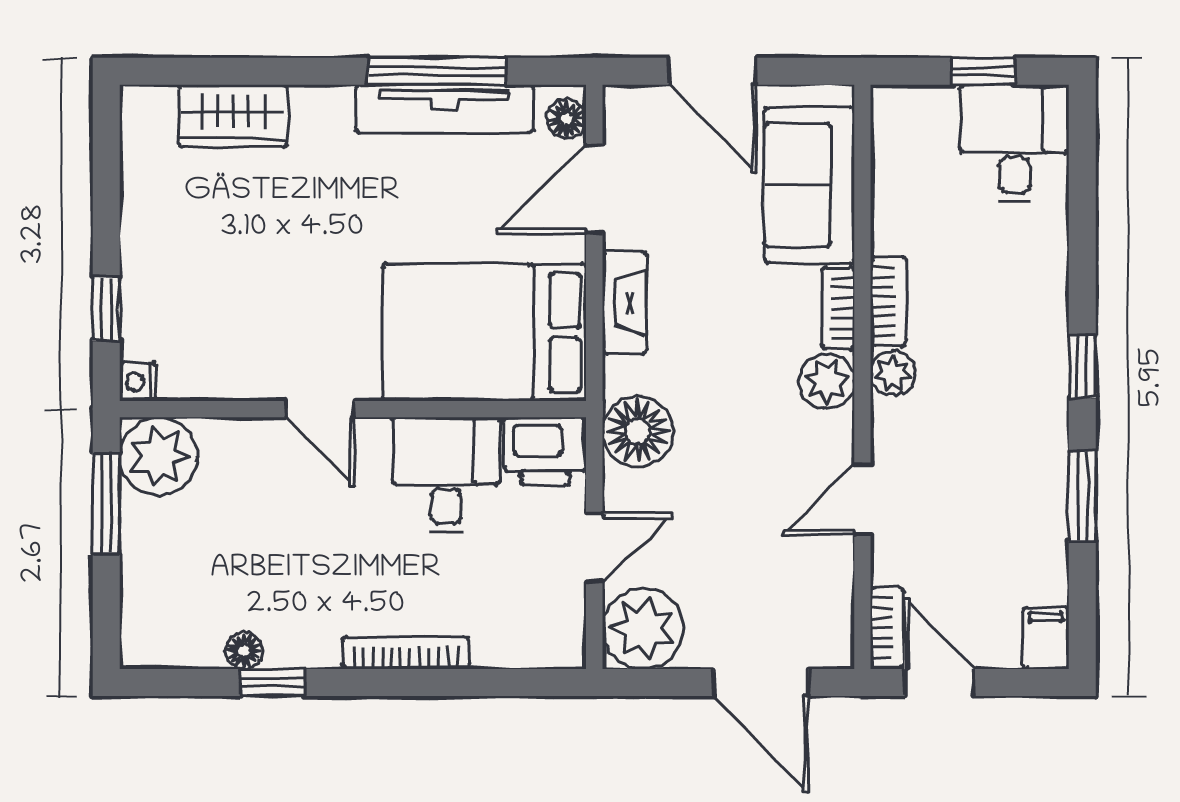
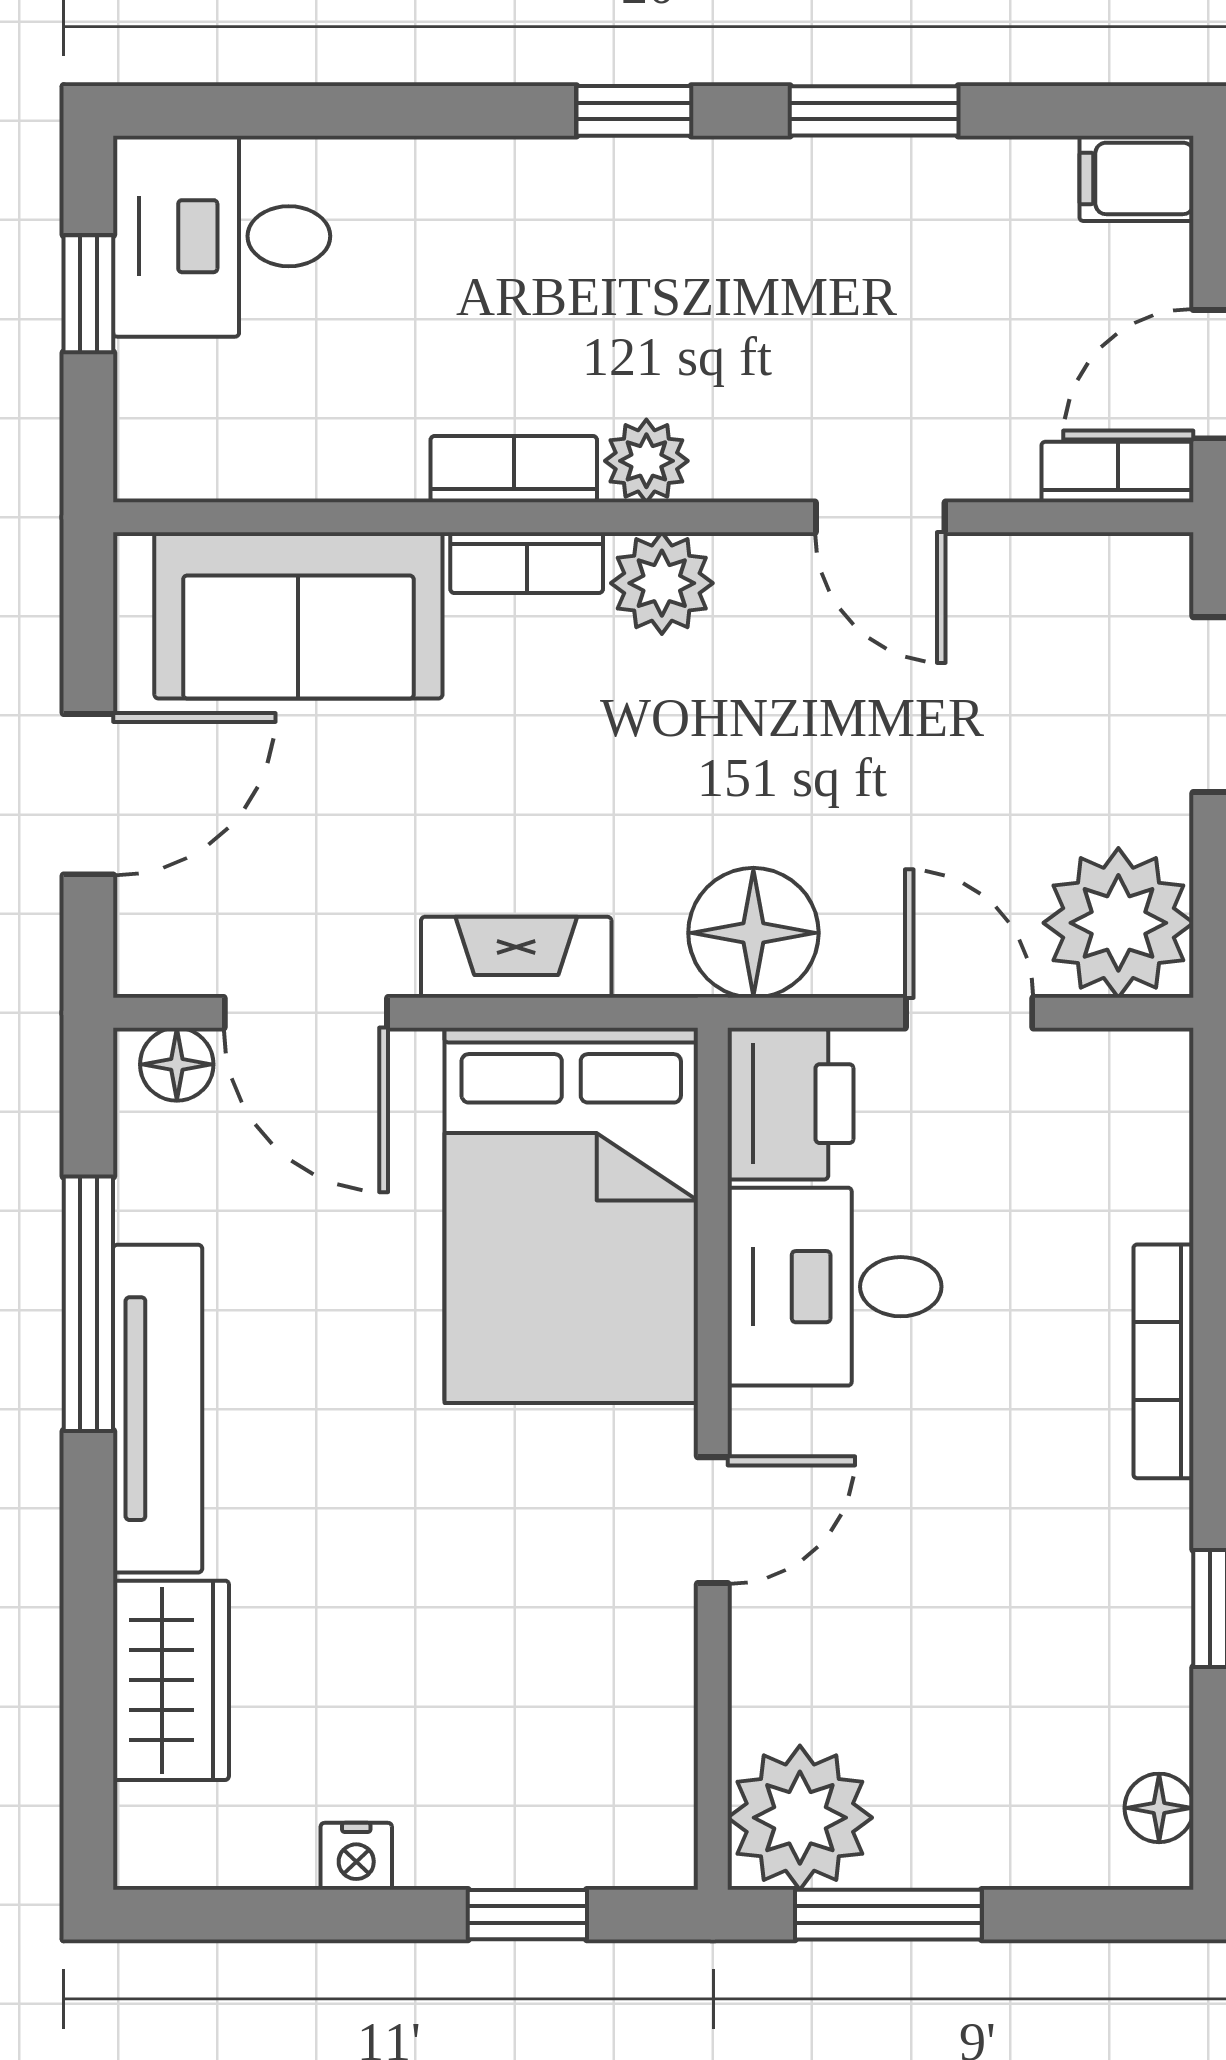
tv unit: (445, 109) -> (158, 1409), moved
nightstand: (138, 382) -> (356, 1856), moved
floor lamp: (244, 651) -> (1159, 1808), moved

